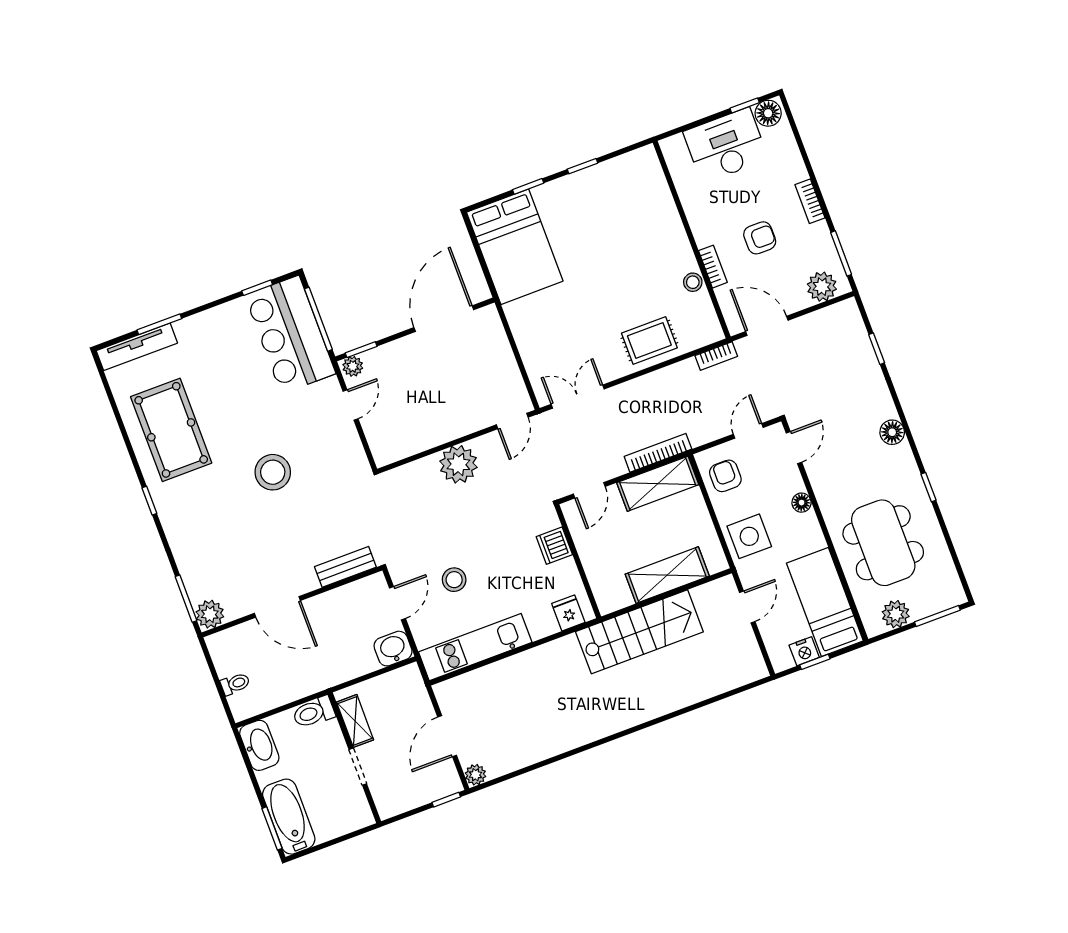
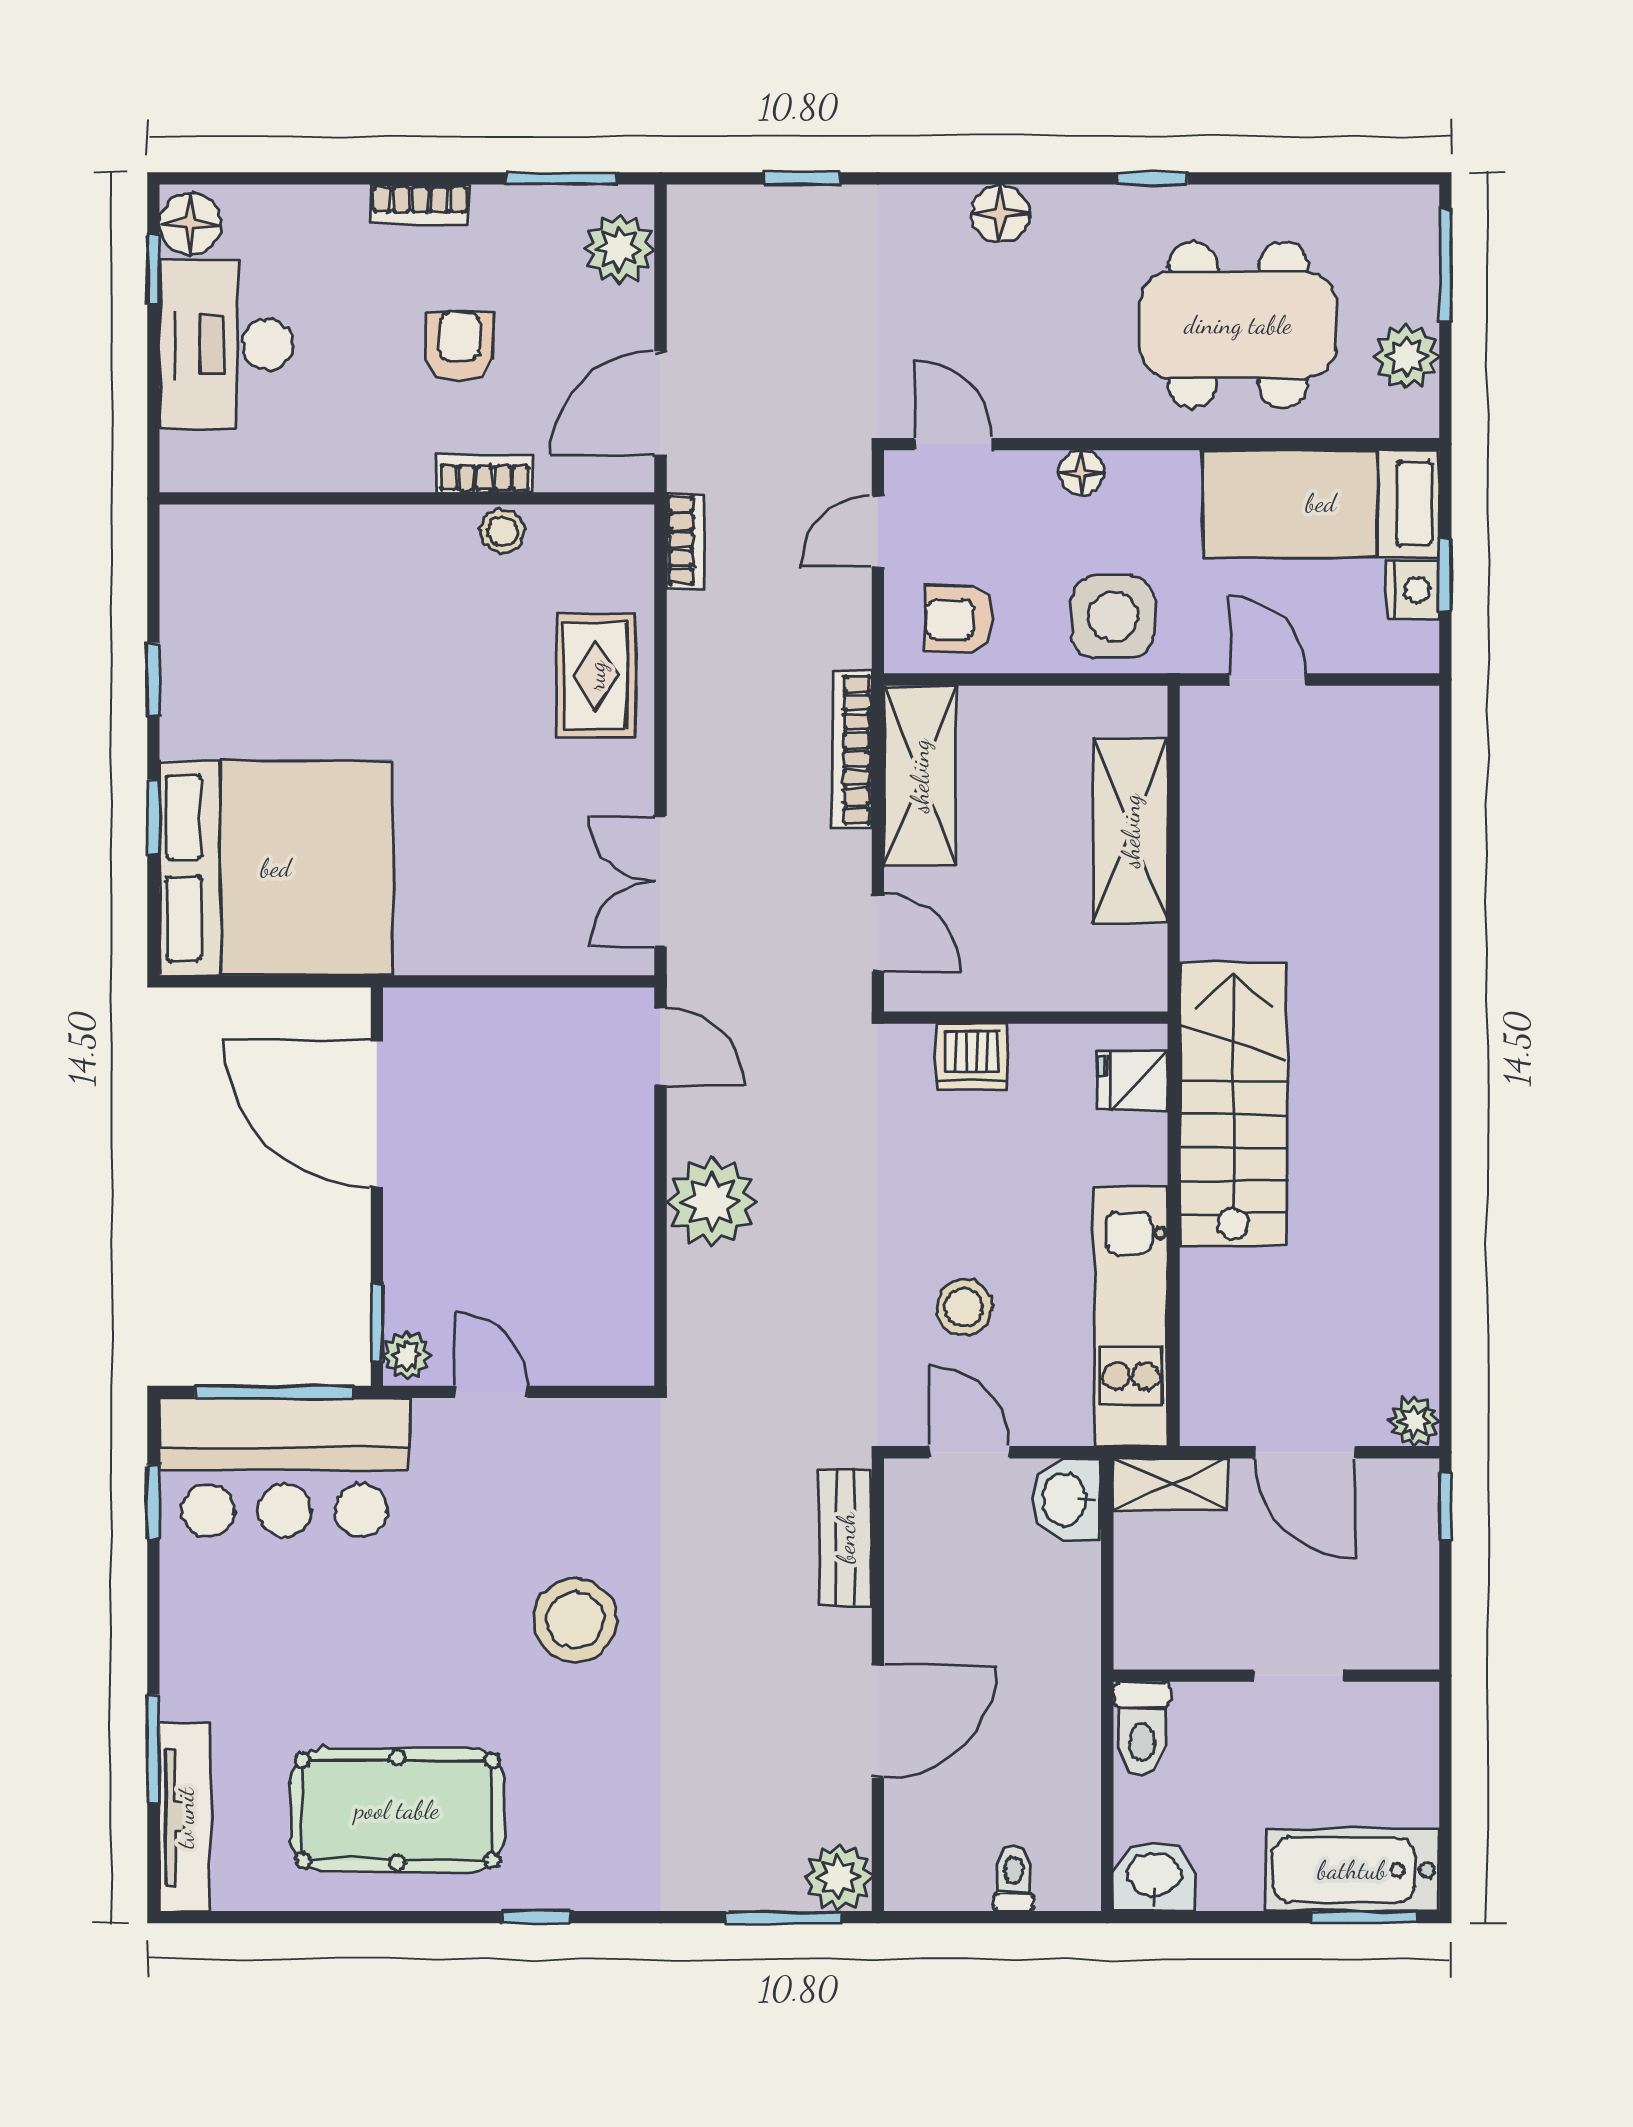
bed: (515, 247) -> (276, 868), width x1.36
door: (748, 431) -> (878, 531), hinge flipped
stairs: (639, 632) -> (1233, 1104), moved
shelving: (355, 721) -> (1171, 1484), moved
washbasin: (259, 745) -> (1154, 1876), width x0.72

